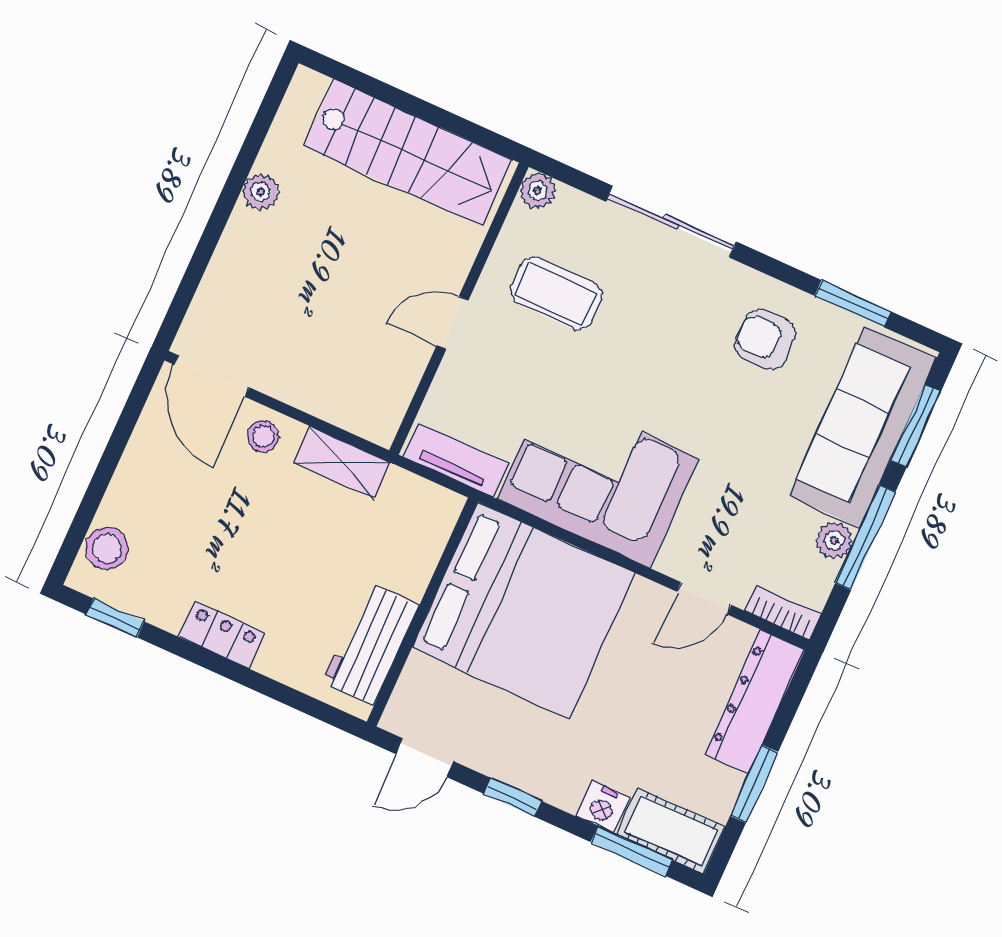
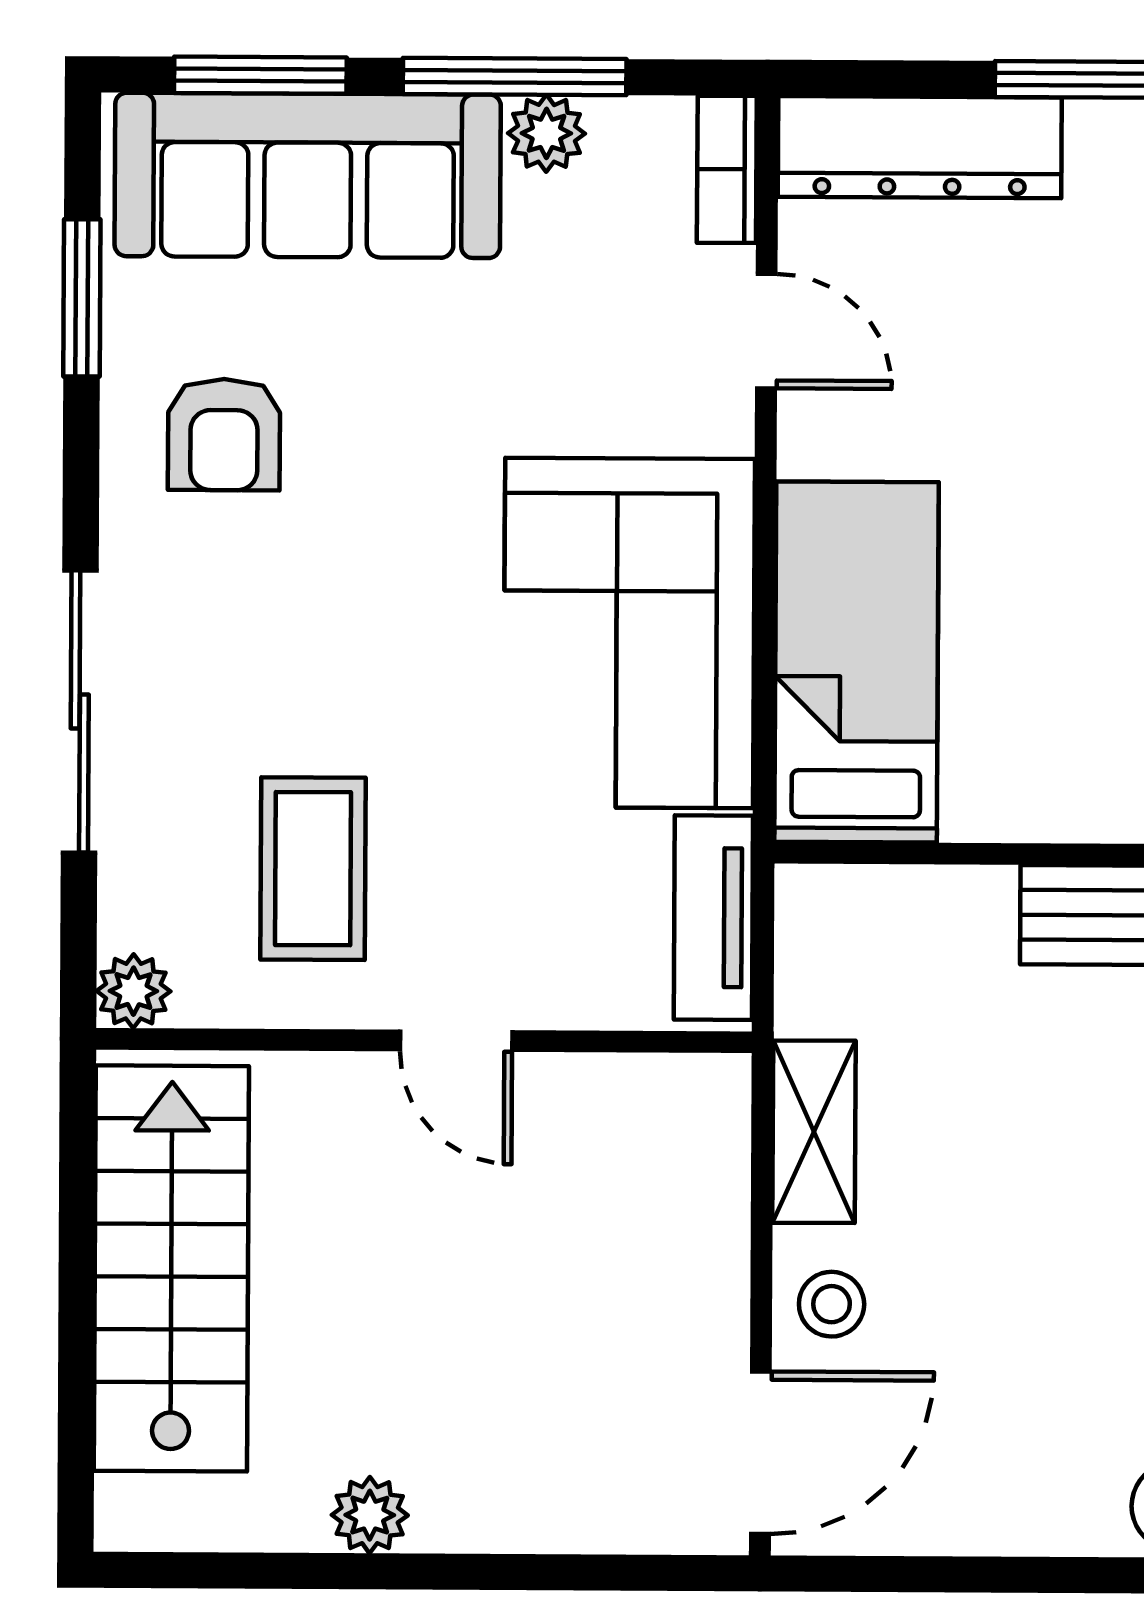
bed: (524, 610) -> (857, 662), width x0.49

